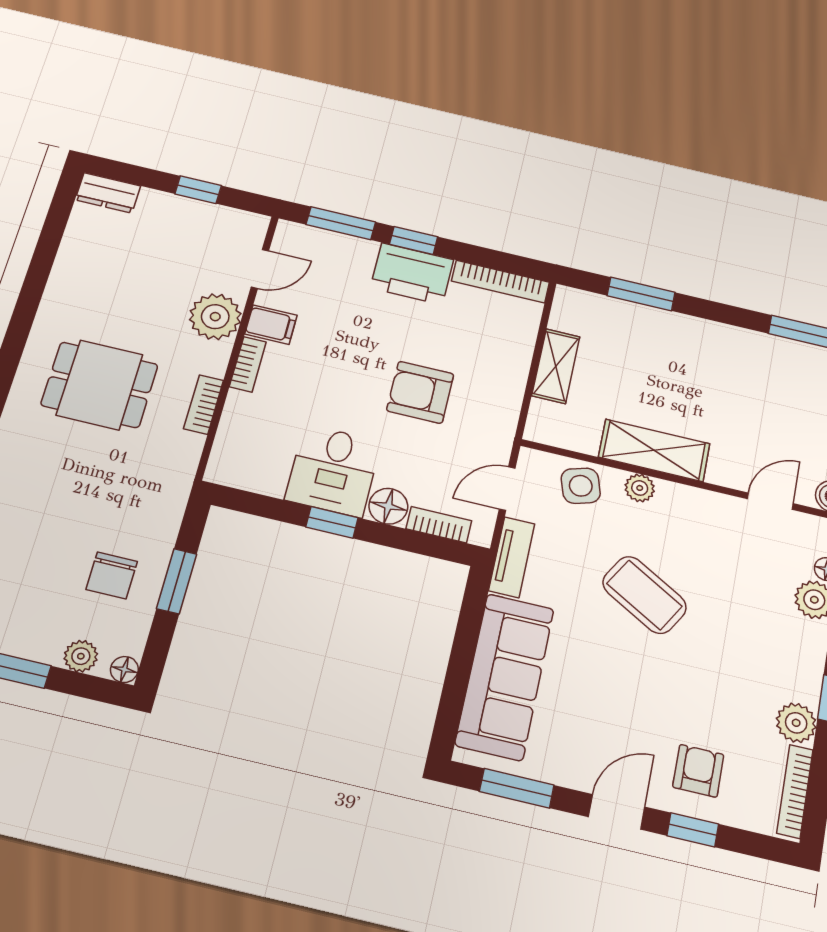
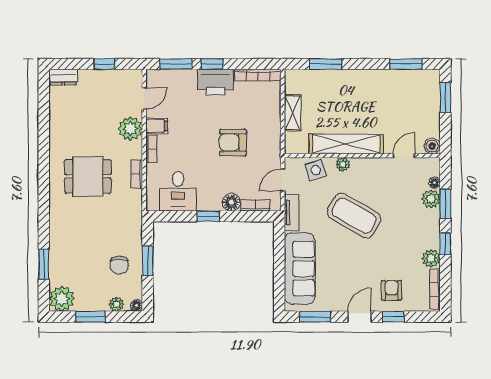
shelving: (654, 450) -> (346, 144), width x1.47
desk: (333, 470) -> (178, 191), moved
coffee table: (644, 595) -> (354, 216), width x1.36, depth x1.32

